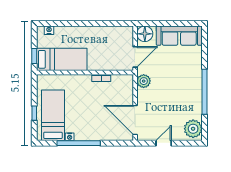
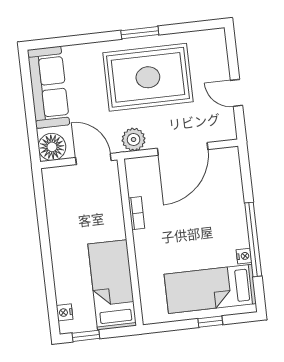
window: (34, 56) -> (86, 336), moved
window: (205, 92) -> (140, 33), width x0.47
rug: (178, 93) -> (148, 77), added
door: (135, 120) -> (183, 149), moved
plant: (193, 129) -> (206, 45), removed

